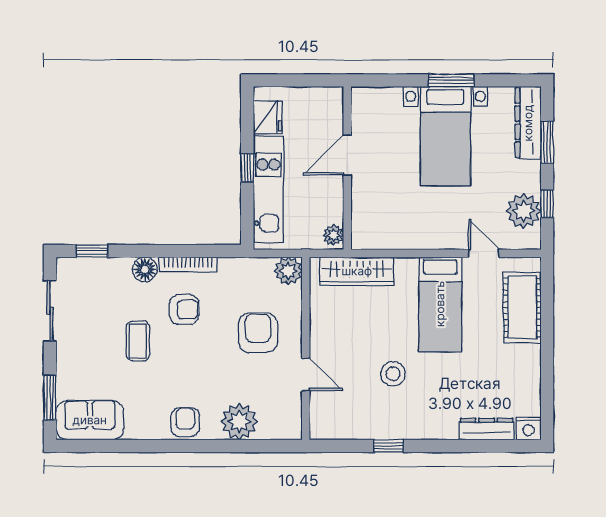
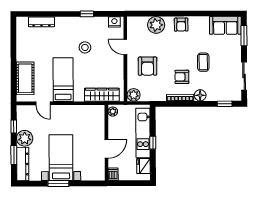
dishwasher: (333, 100) -> (113, 174), added
plant: (524, 211) -> (25, 138), moved
nightstand: (529, 428) -> (114, 22), moved

